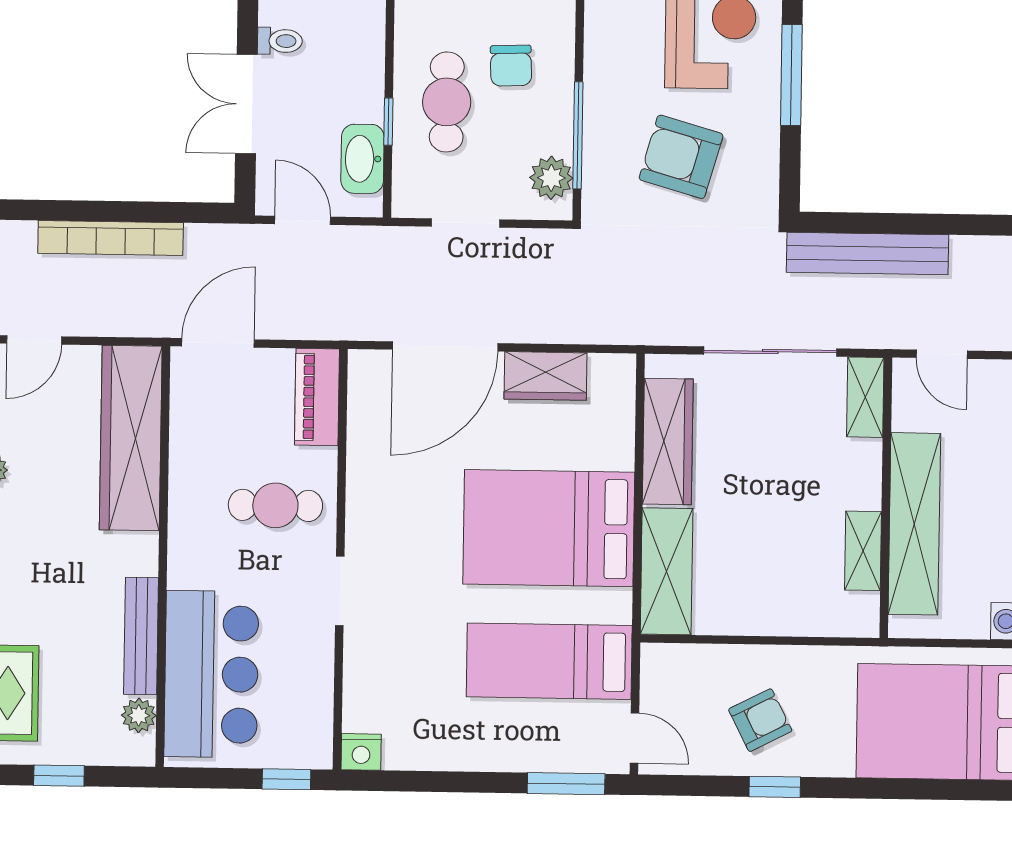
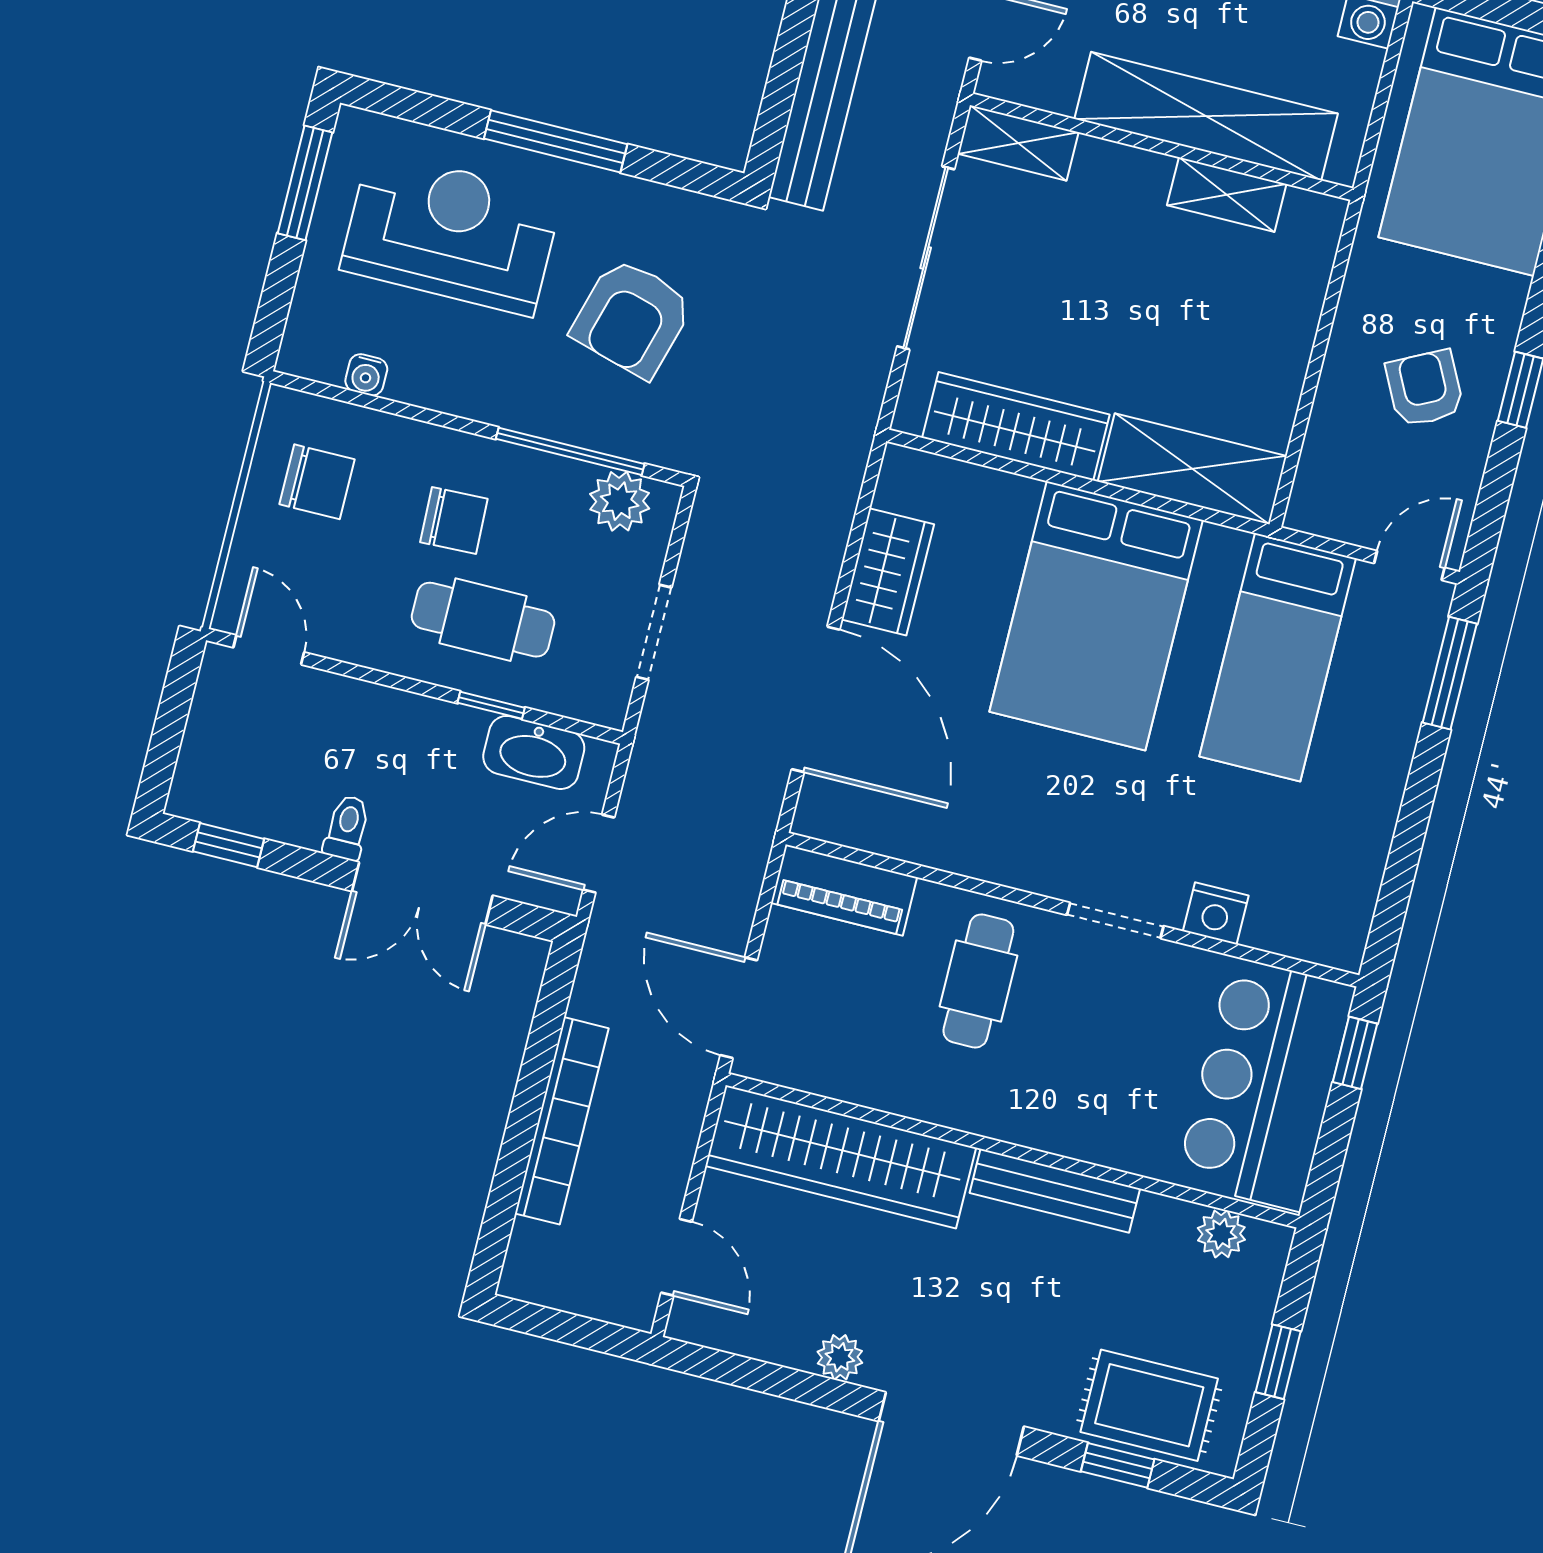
bench: (141, 636) -> (1055, 1191), moved
bar counter: (211, 674) -> (1266, 1084), moved, turned -90
nightstand: (361, 752) -> (1216, 913), moved, turned 90

